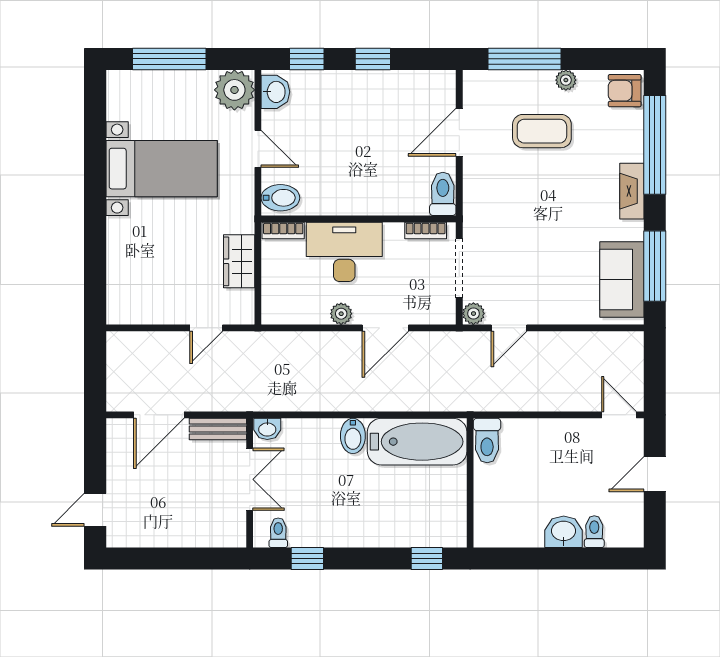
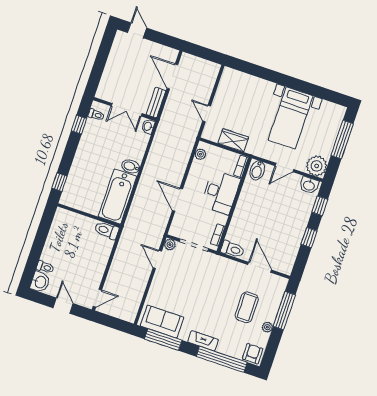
plant: (341, 314) -> (200, 154), moved
washbasin: (564, 532) -> (40, 282), moved

